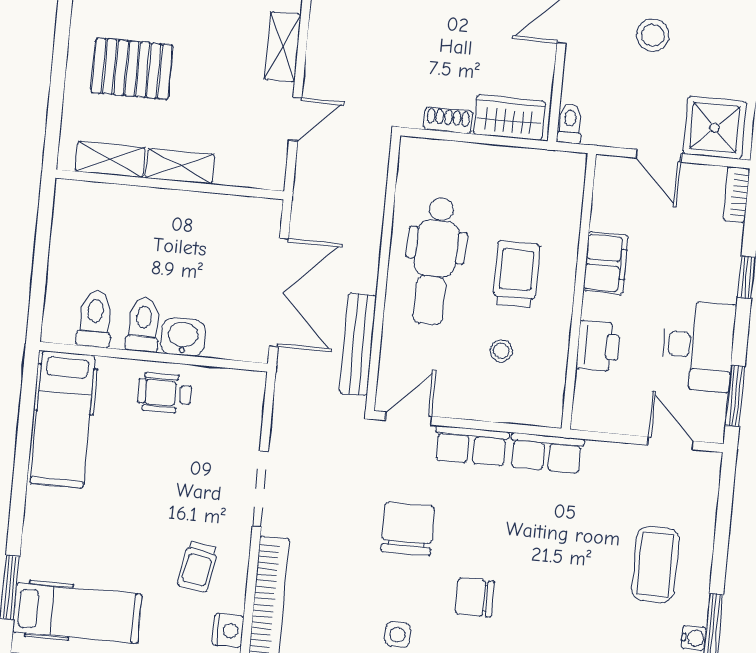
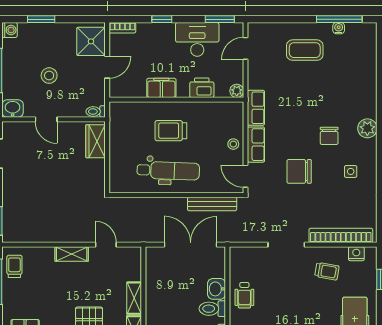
shoe rack: (448, 120) -> (100, 171), removed
stool: (501, 351) -> (233, 144), moved
plant: (585, 417) -> (237, 91), added

